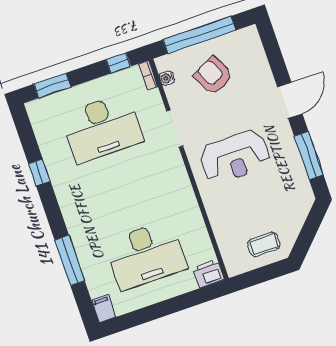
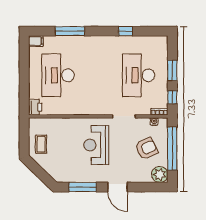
plant: (247, 41) -> (160, 174), added
window: (52, 86) -> (172, 70), moved

